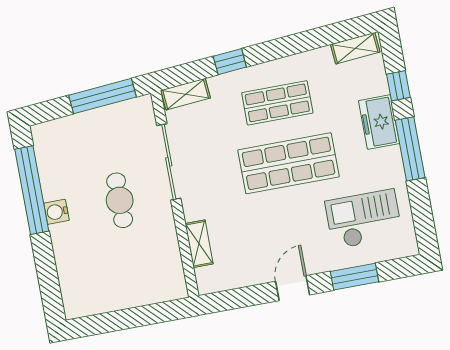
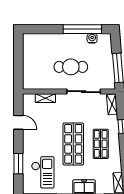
cafe table: (120, 200) -> (71, 67), width x1.37, depth x1.35
water cooler: (56, 212) -> (92, 38), moved
door: (293, 288) -> (18, 122), moved

